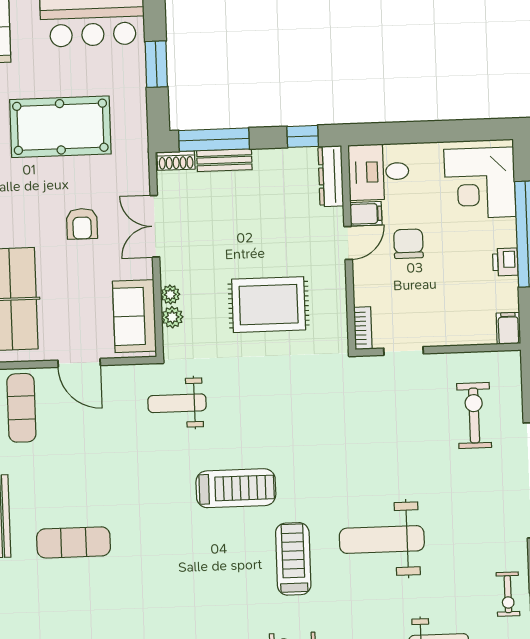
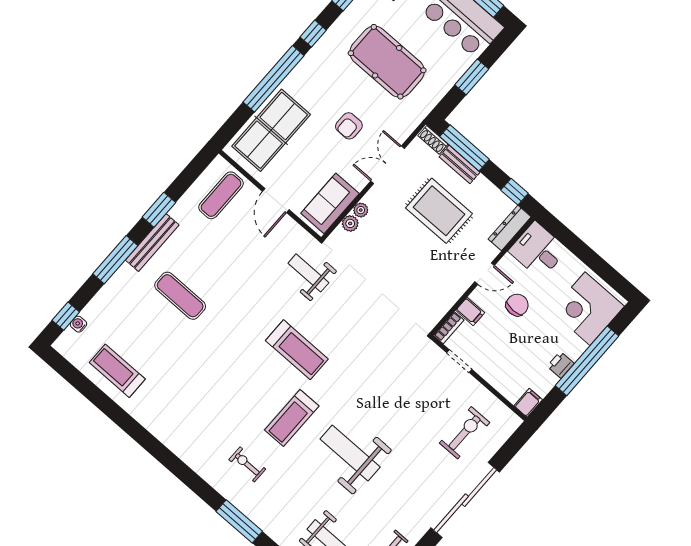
filing cabinet: (366, 214) -> (470, 311), moved
rug: (269, 305) -> (439, 211), moved
treadmill: (293, 559) -> (292, 418), turned 180

